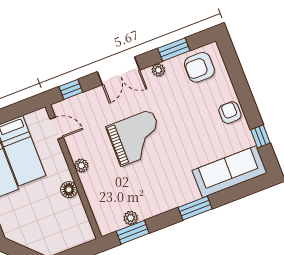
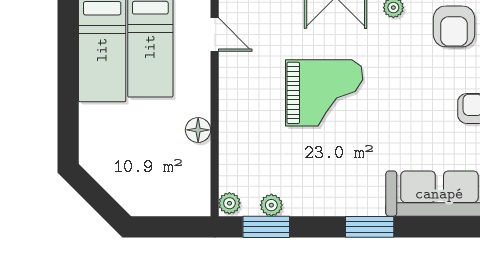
armchair: (199, 67) -> (454, 26), turned -90
plant: (81, 166) -> (229, 203), moved

